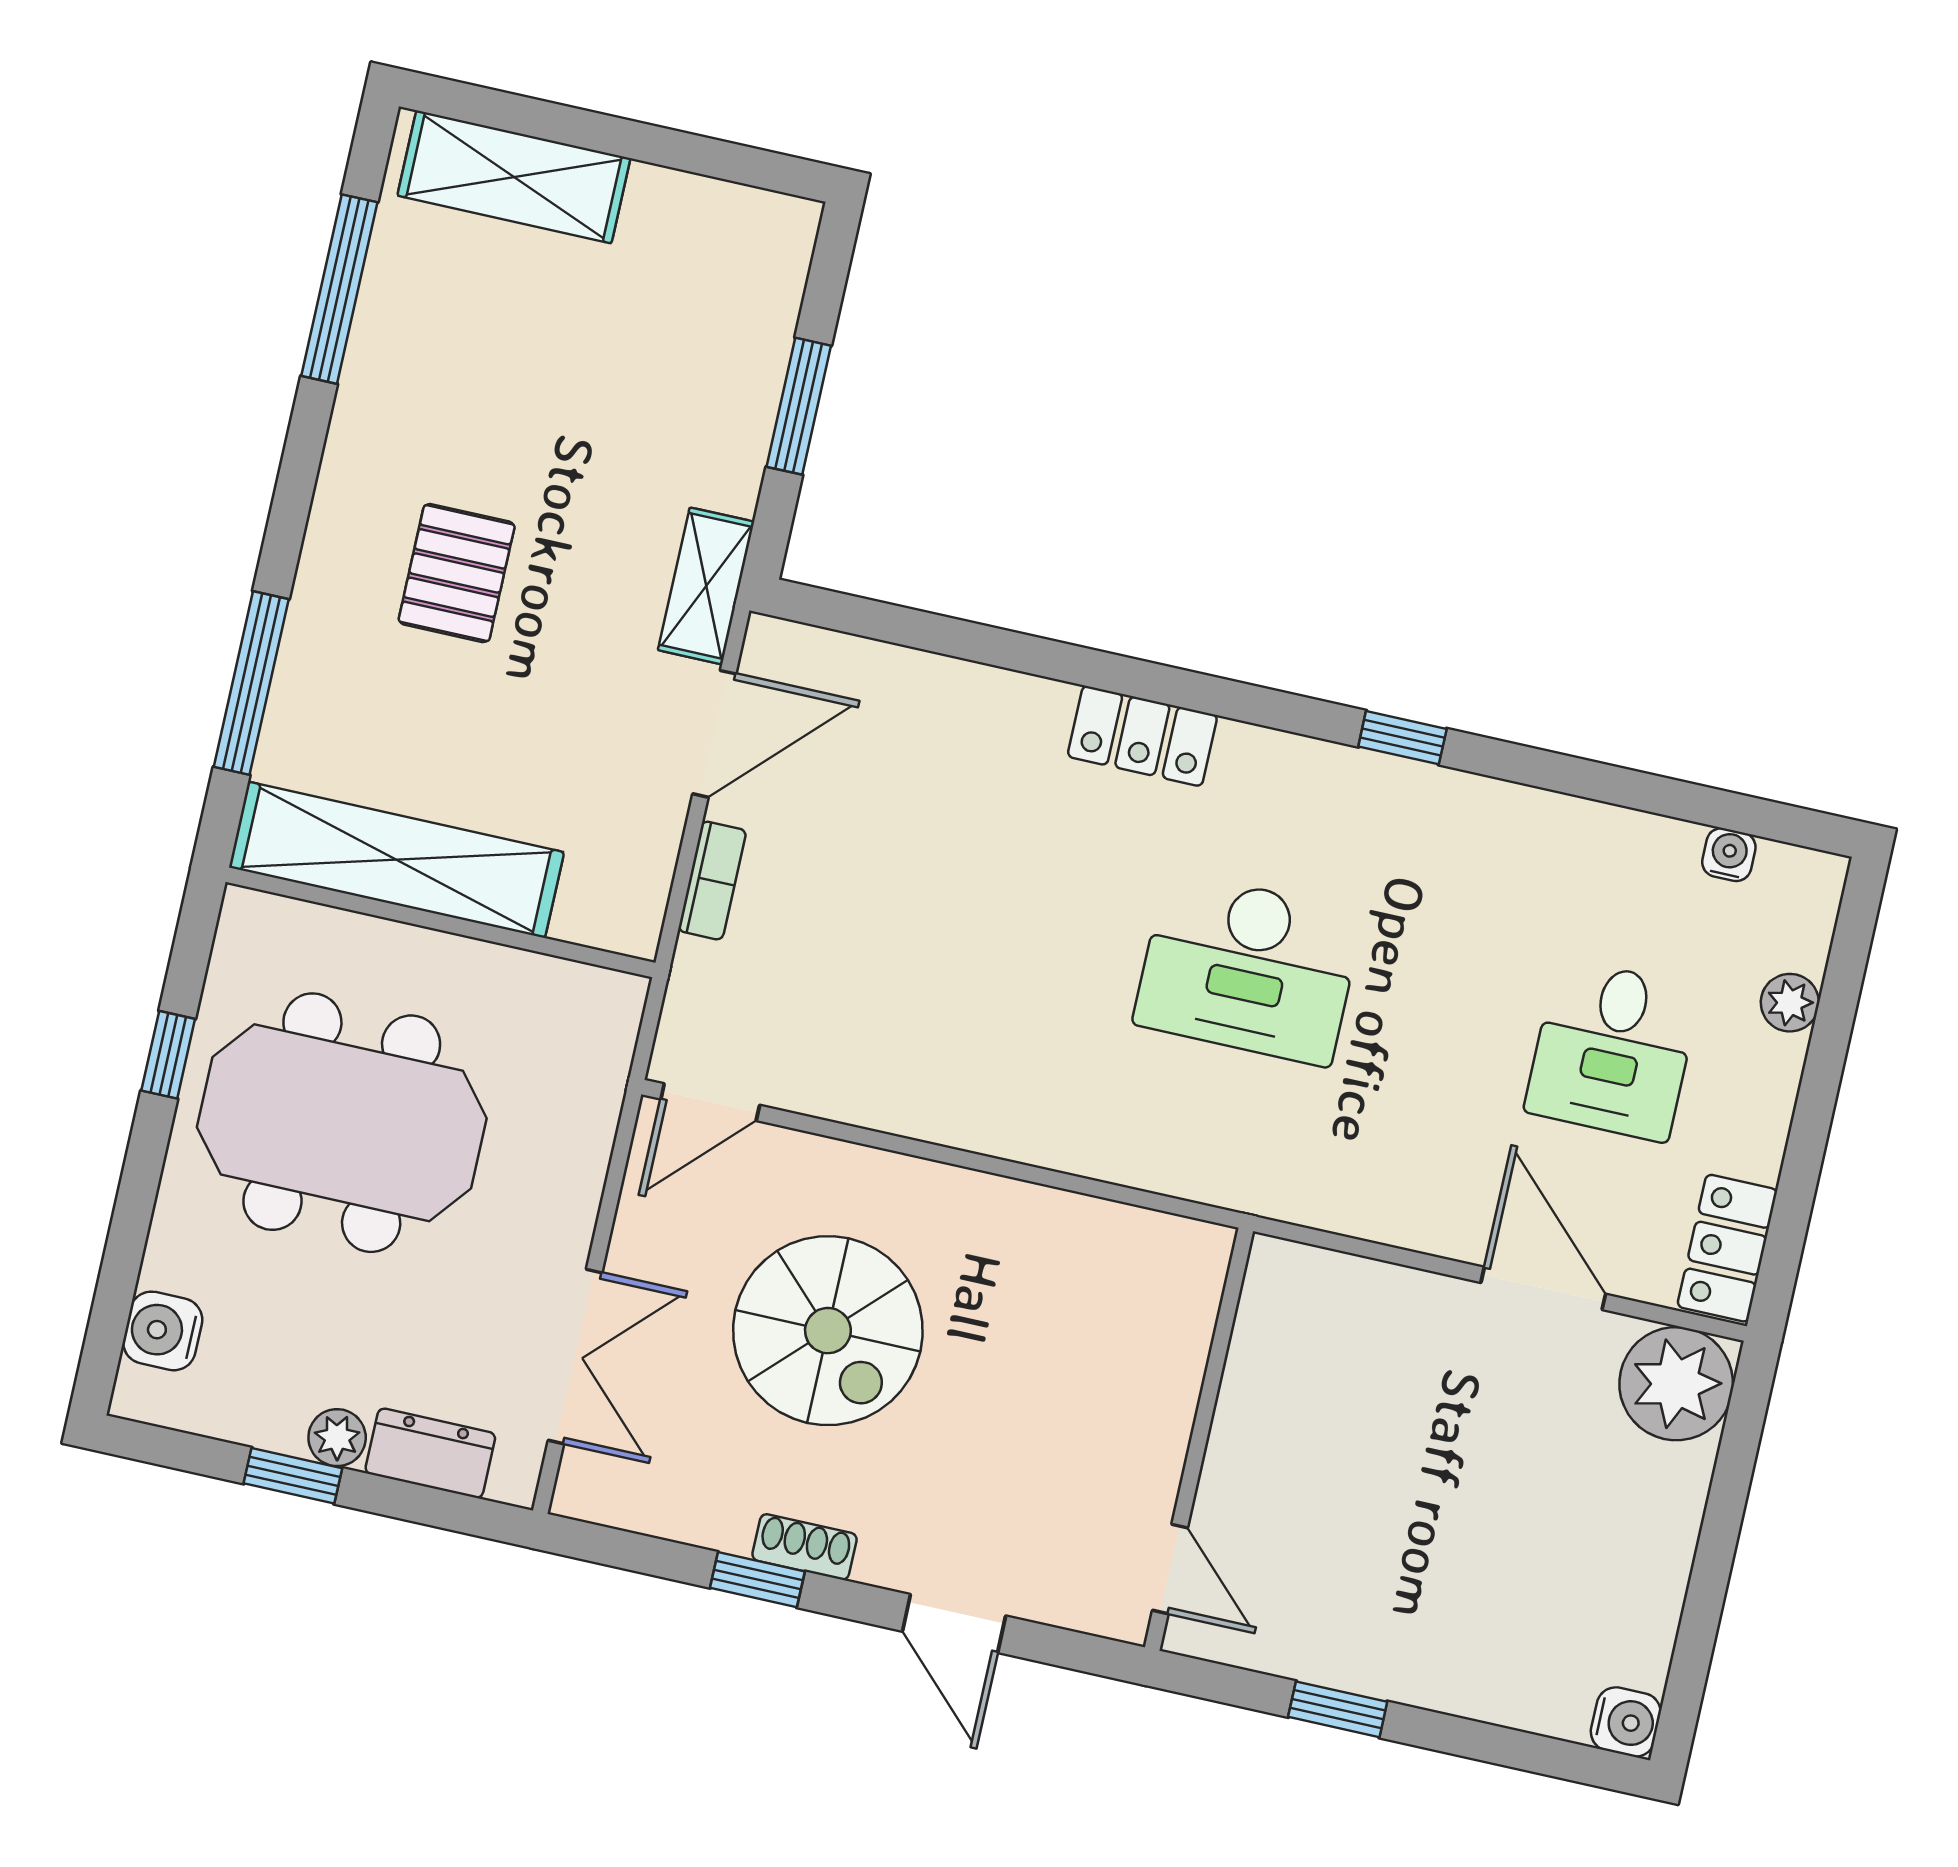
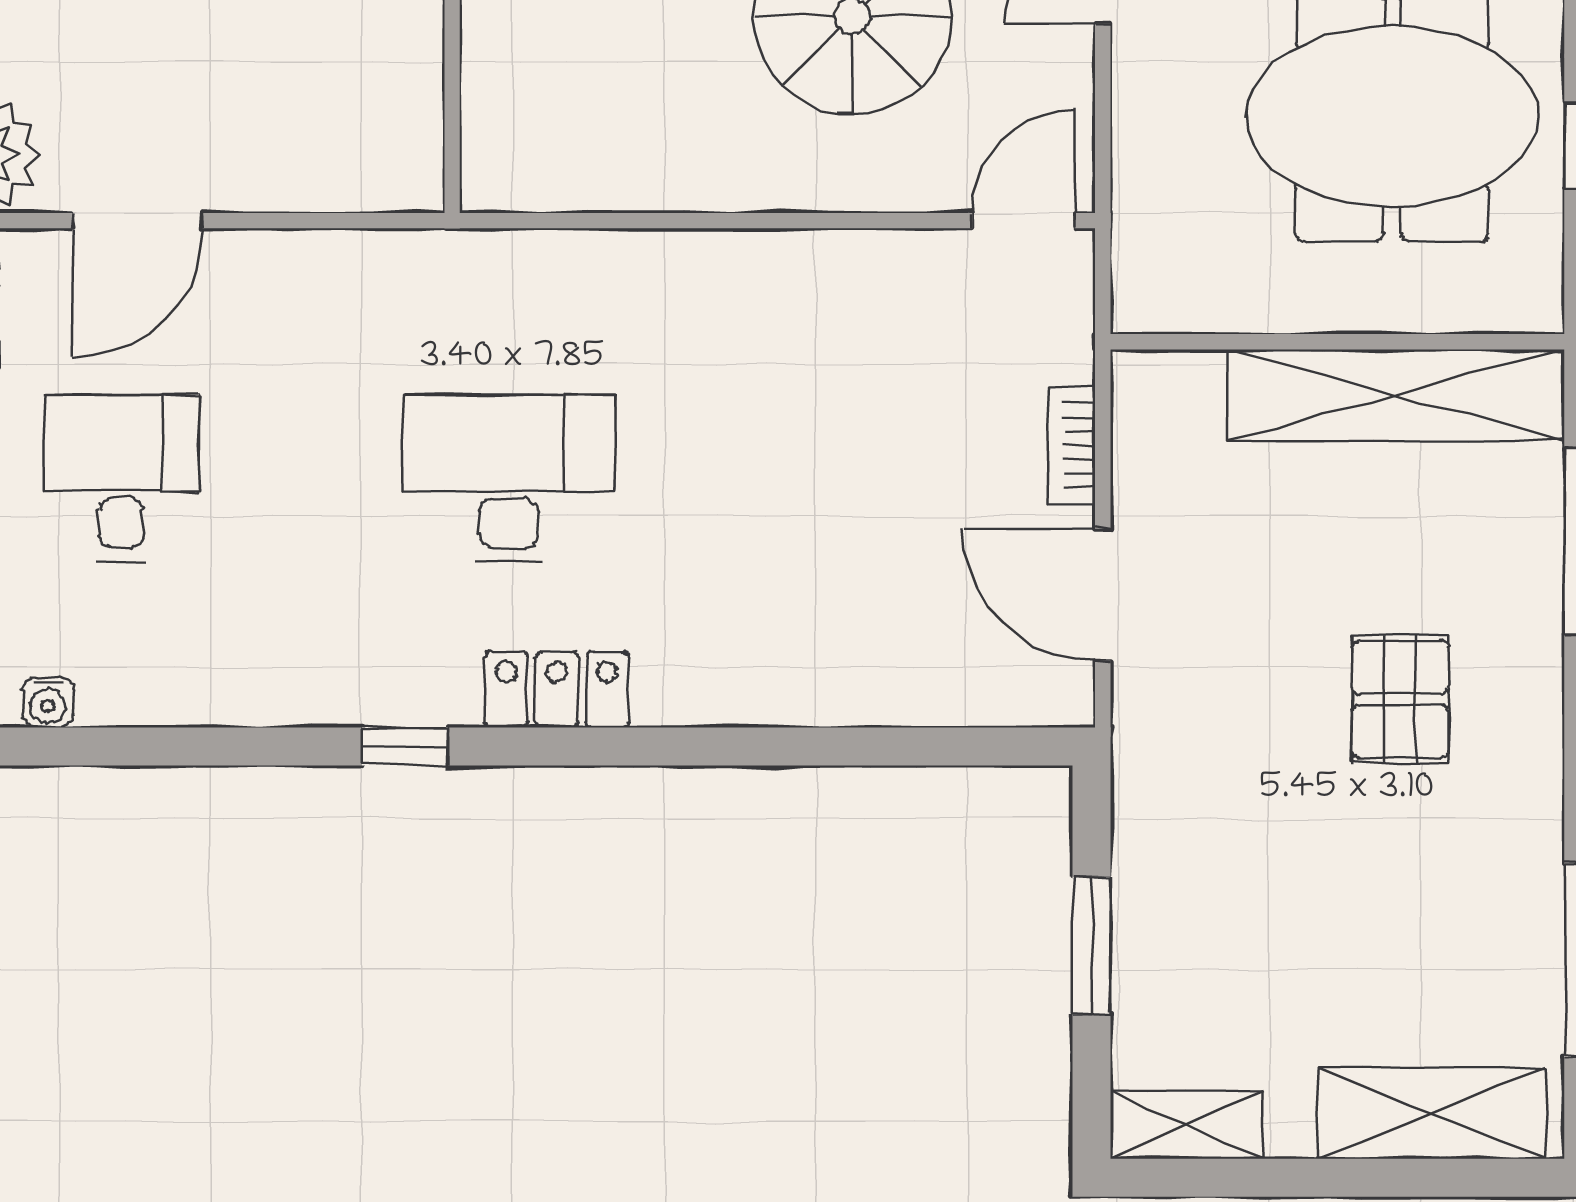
shelving: (706, 586) -> (1186, 1125), moved, turned 90
door: (714, 734) -> (1103, 595), hinge flipped
locker: (1142, 736) -> (557, 689), moved
door: (1543, 1288) -> (138, 221), hinge flipped

